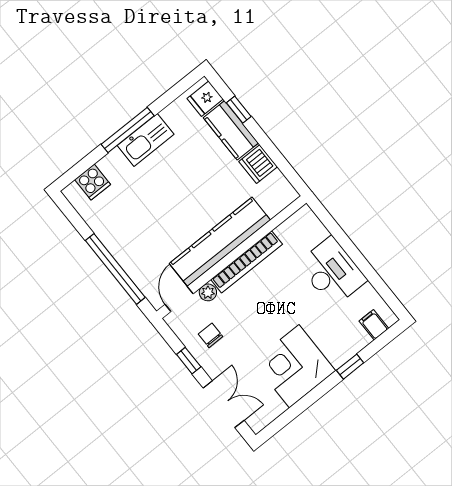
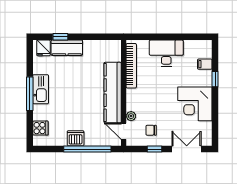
dishwasher: (258, 164) -> (76, 138), moved, turned 180
bookcase: (247, 262) -> (131, 66), moved
filing cabinet: (374, 325) -> (205, 64), moved

